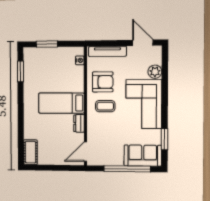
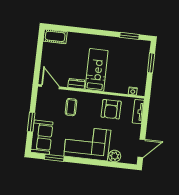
tv unit: (107, 51) -> (138, 112), width x0.71
coffee table: (105, 106) -> (71, 107), moved
window: (127, 169) -> (31, 122), width x0.47

